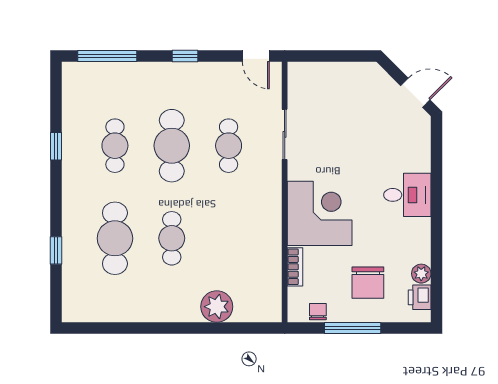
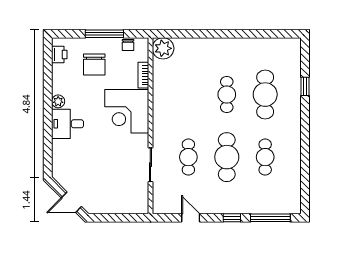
window: (185, 56) -> (232, 218), moved
door: (256, 56) -> (191, 218), moved
door: (415, 93) -> (71, 202), moved
window: (56, 146) -> (305, 157), removed
plant: (421, 274) -> (58, 101), moved
chair: (368, 283) -> (94, 65), turned 180
plant: (217, 307) -> (163, 48), moved

